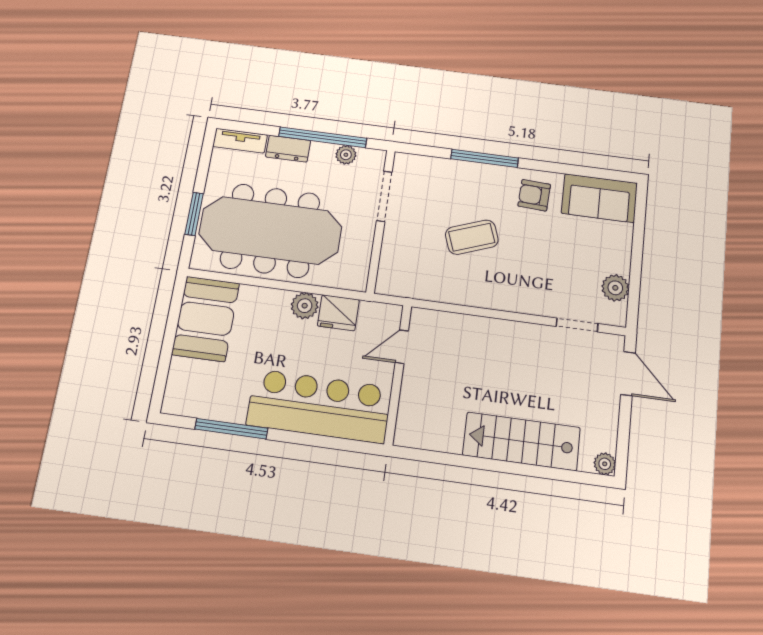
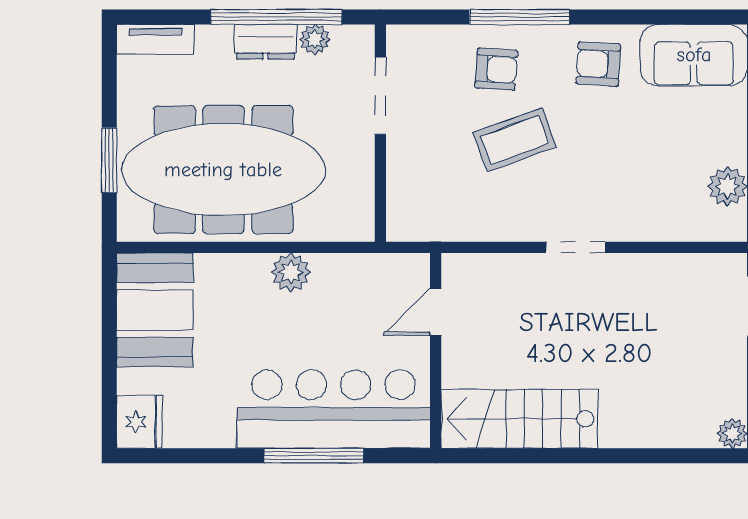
dresser: (288, 149) -> (266, 42), moved
armchair: (465, 190) -> (496, 69), added
fridge: (338, 313) -> (140, 422), moved, turned -90
doorway: (577, 325) -> (576, 247), moved
window: (231, 429) -> (314, 456), moved
stairs: (522, 441) -> (519, 419), moved

